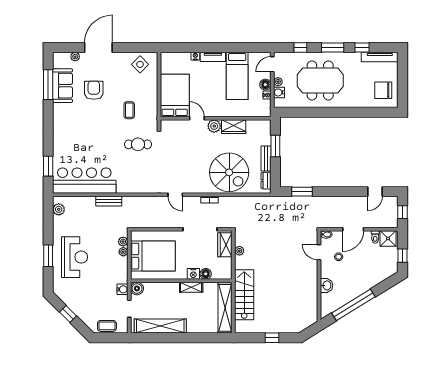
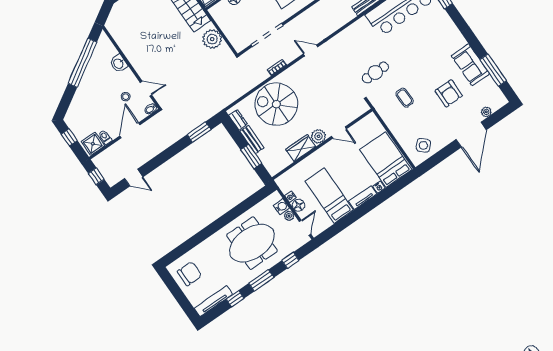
sofa: (63, 86) -> (470, 65), moved
bed: (175, 95) -> (386, 160), moved, turned 180
door: (375, 192) -> (134, 178), swing flipped
wardrobe: (225, 245) -> (235, 37), removed
plant: (239, 251) -> (212, 39), width x1.87, depth x1.87

